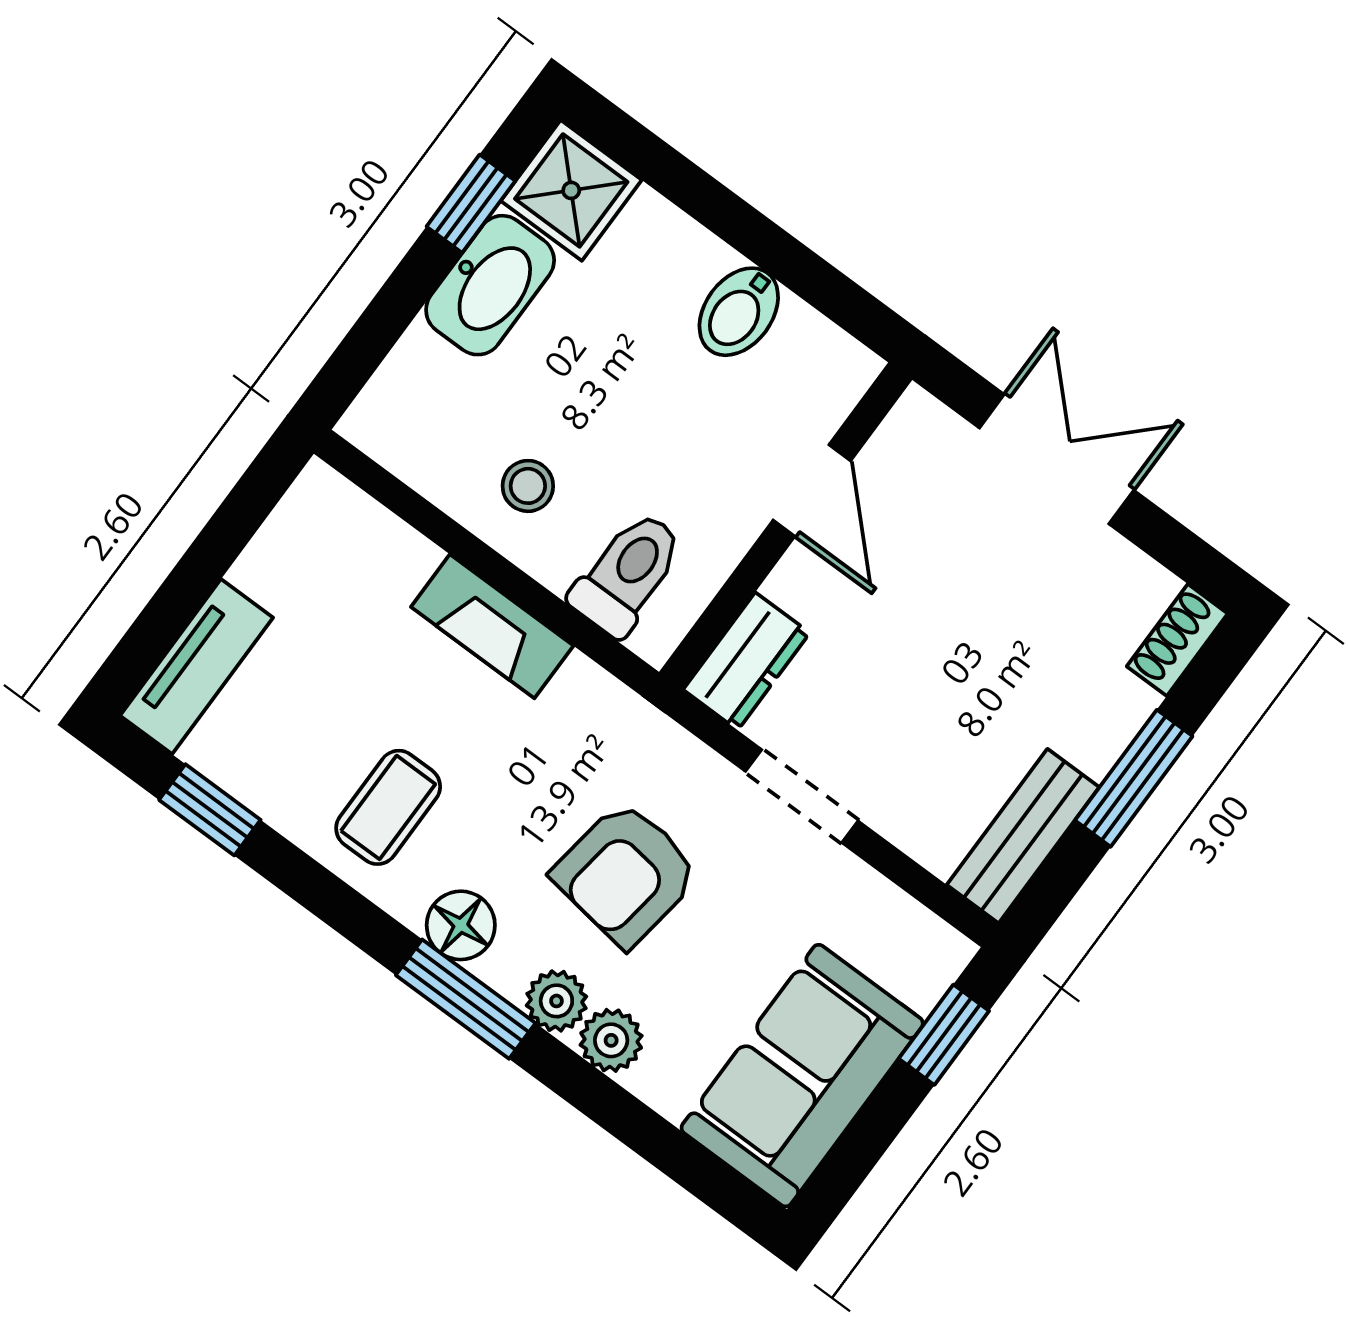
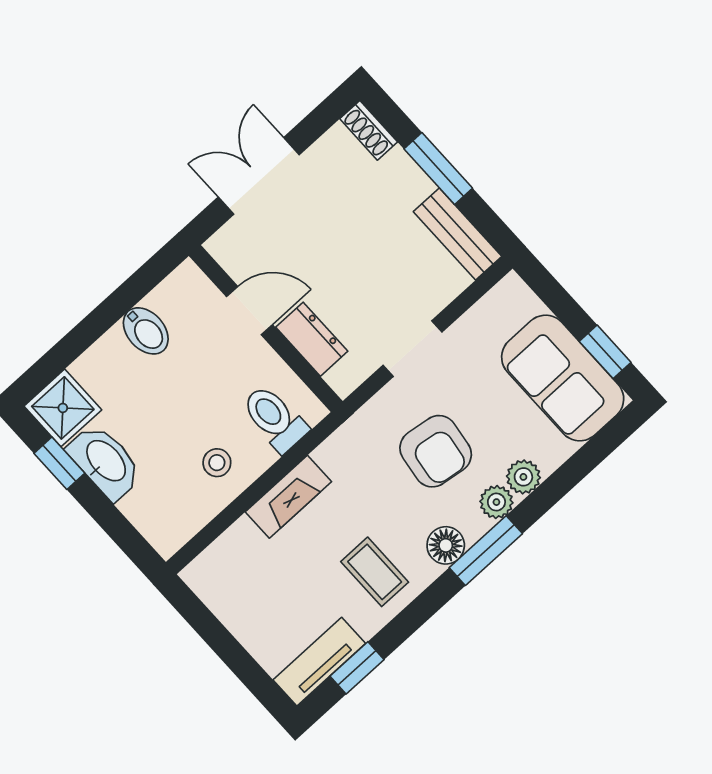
dresser: (746, 661) -> (312, 339), moved
tv unit: (197, 667) -> (319, 662), moved, turned -90
window: (944, 1035) -> (605, 352), moved

